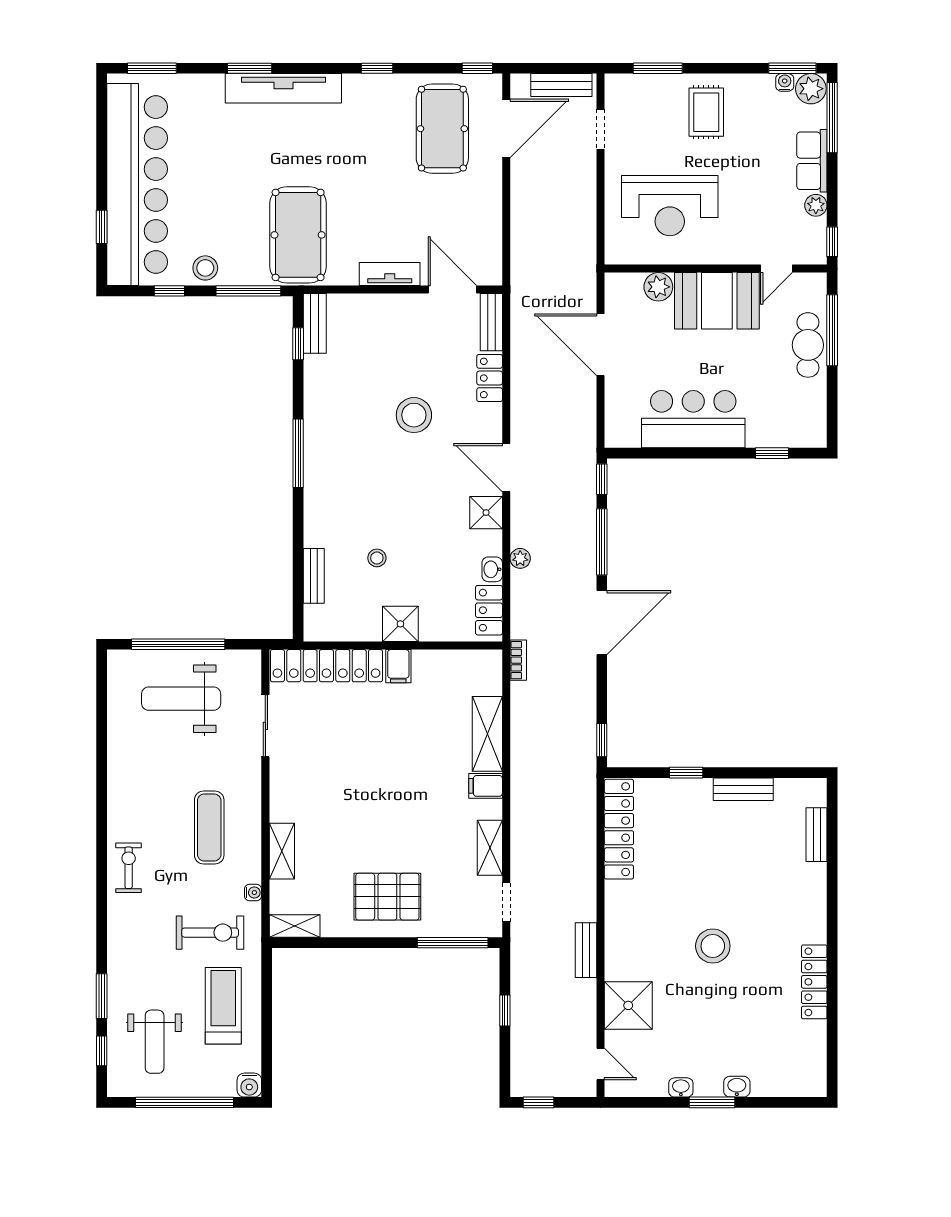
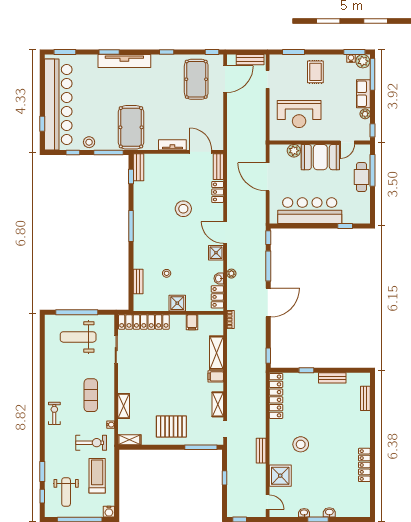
bar counter: (693, 419) -> (310, 211), width x1.36
filing cabinet: (398, 666) -> (192, 322), moved
stool: (713, 946) -> (301, 444), moved

